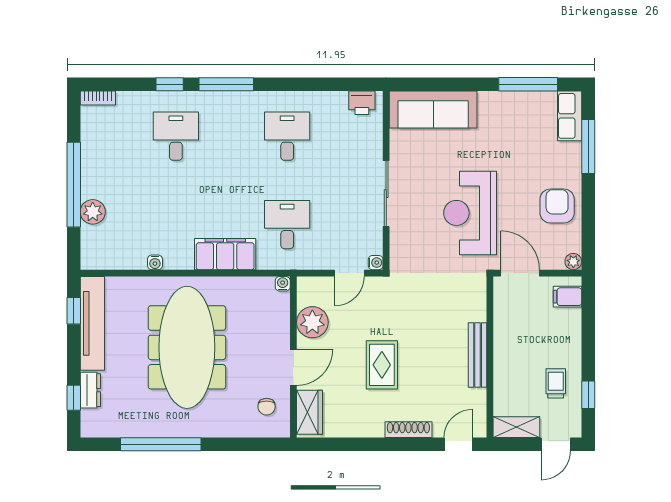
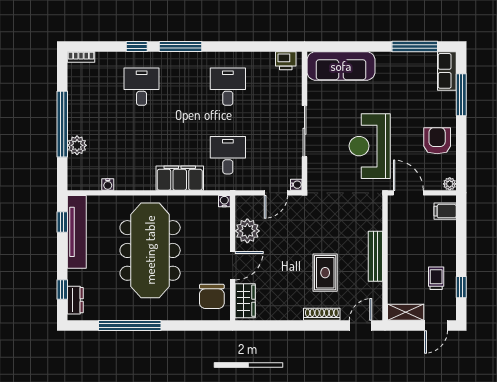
water cooler: (155, 262) -> (108, 184), moved
rug: (382, 365) -> (325, 273), moved
dresser: (90, 390) -> (75, 300), moved
chair: (267, 407) -> (212, 296), width x1.87, depth x1.87

